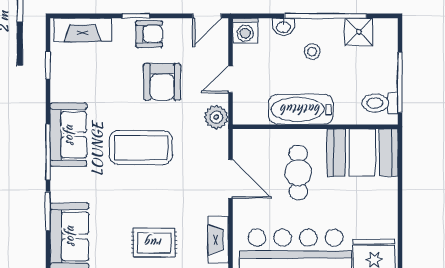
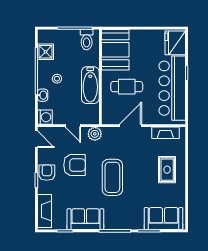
sofa: (68, 135) -> (85, 219), moved

